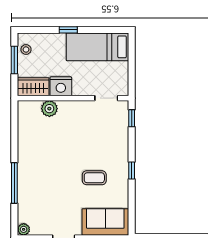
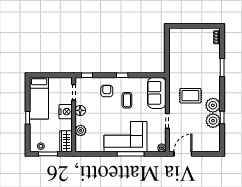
nightstand: (61, 86) -> (66, 112), moved
floor lamp: (79, 108) -> (80, 110), added
armchair: (108, 148) -> (107, 91), added
corner sofa: (40, 175) -> (125, 137), added

